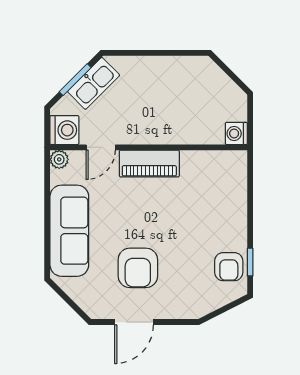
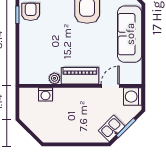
kitchen sink: (94, 83) -> (112, 128), width x0.73
washing machine: (236, 133) -> (45, 94), moved, turned 90
plant: (59, 159) -> (54, 78), moved

